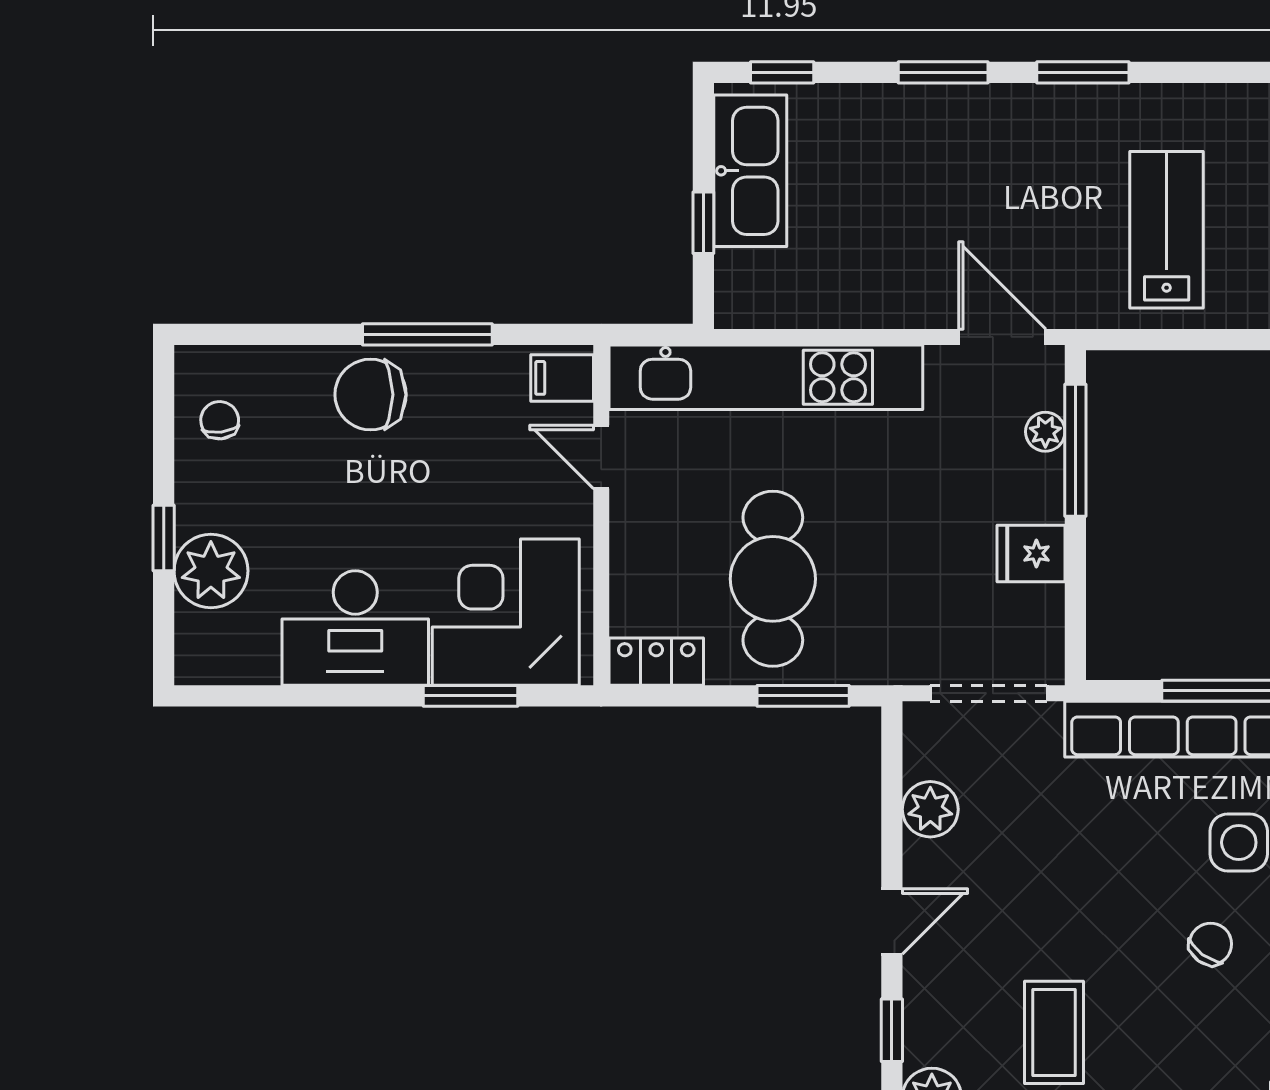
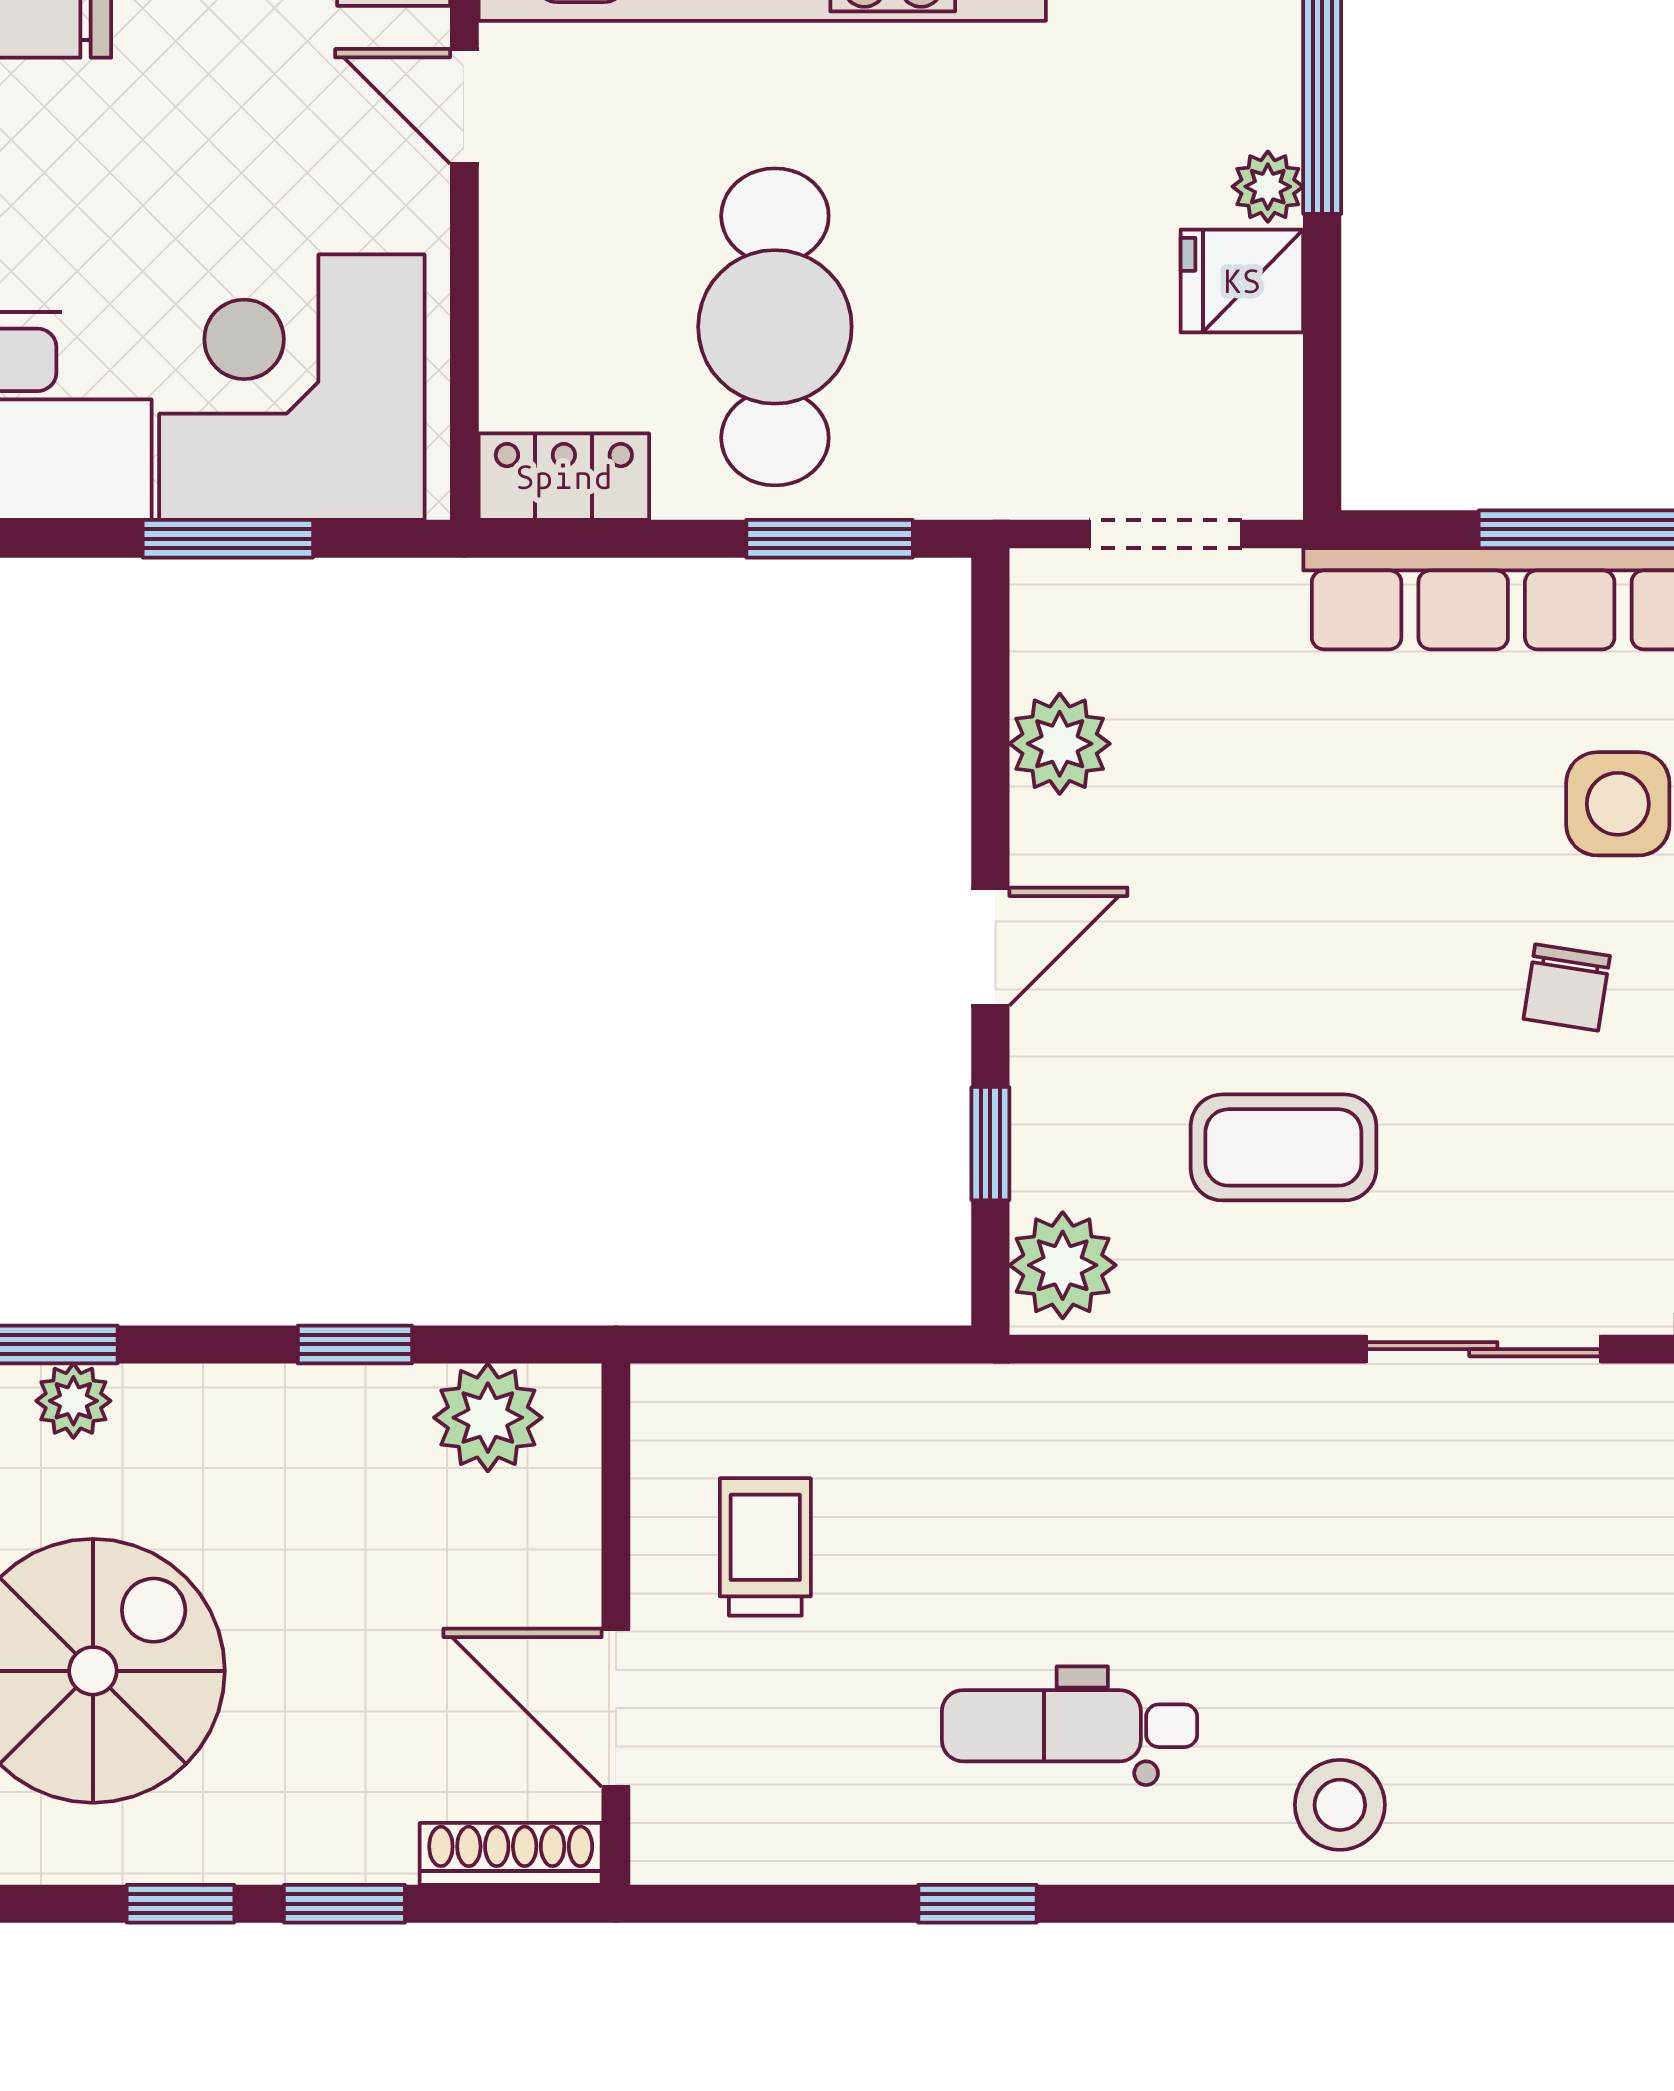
plant: (1045, 432) -> (1268, 187), moved
doorway: (989, 693) -> (1166, 534), width x0.73
chair: (1211, 944) -> (1567, 987), turned 153
coffee table: (1054, 1032) -> (1283, 1147), turned 90

